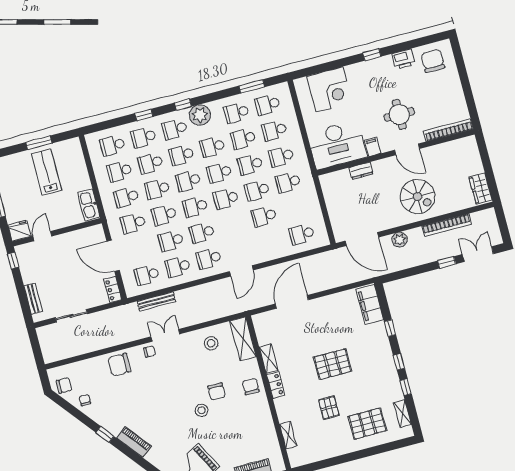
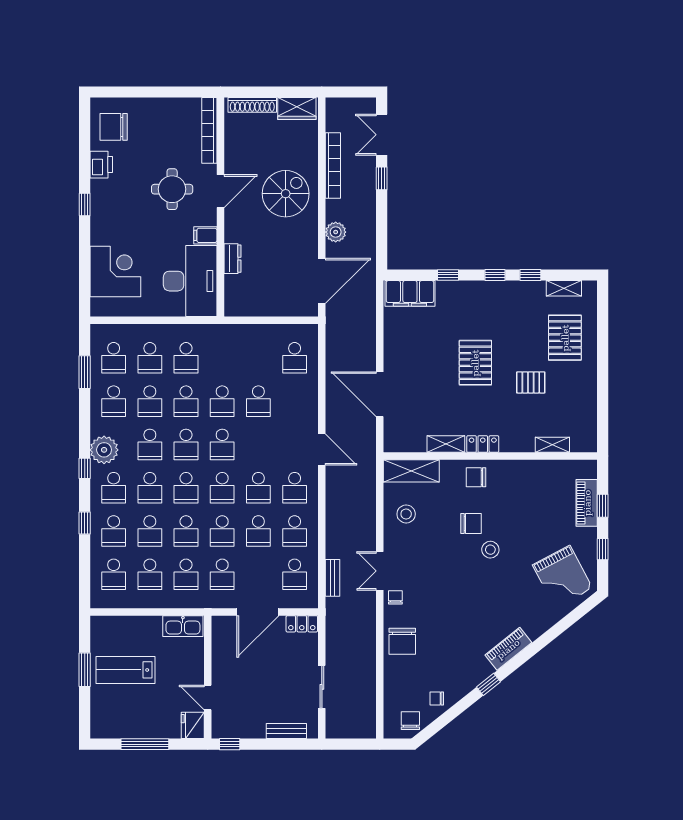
shoe rack: (475, 156) -> (252, 105), added
school desk: (288, 182) -> (222, 358), removed
bench: (156, 302) -> (333, 578), width x0.73

